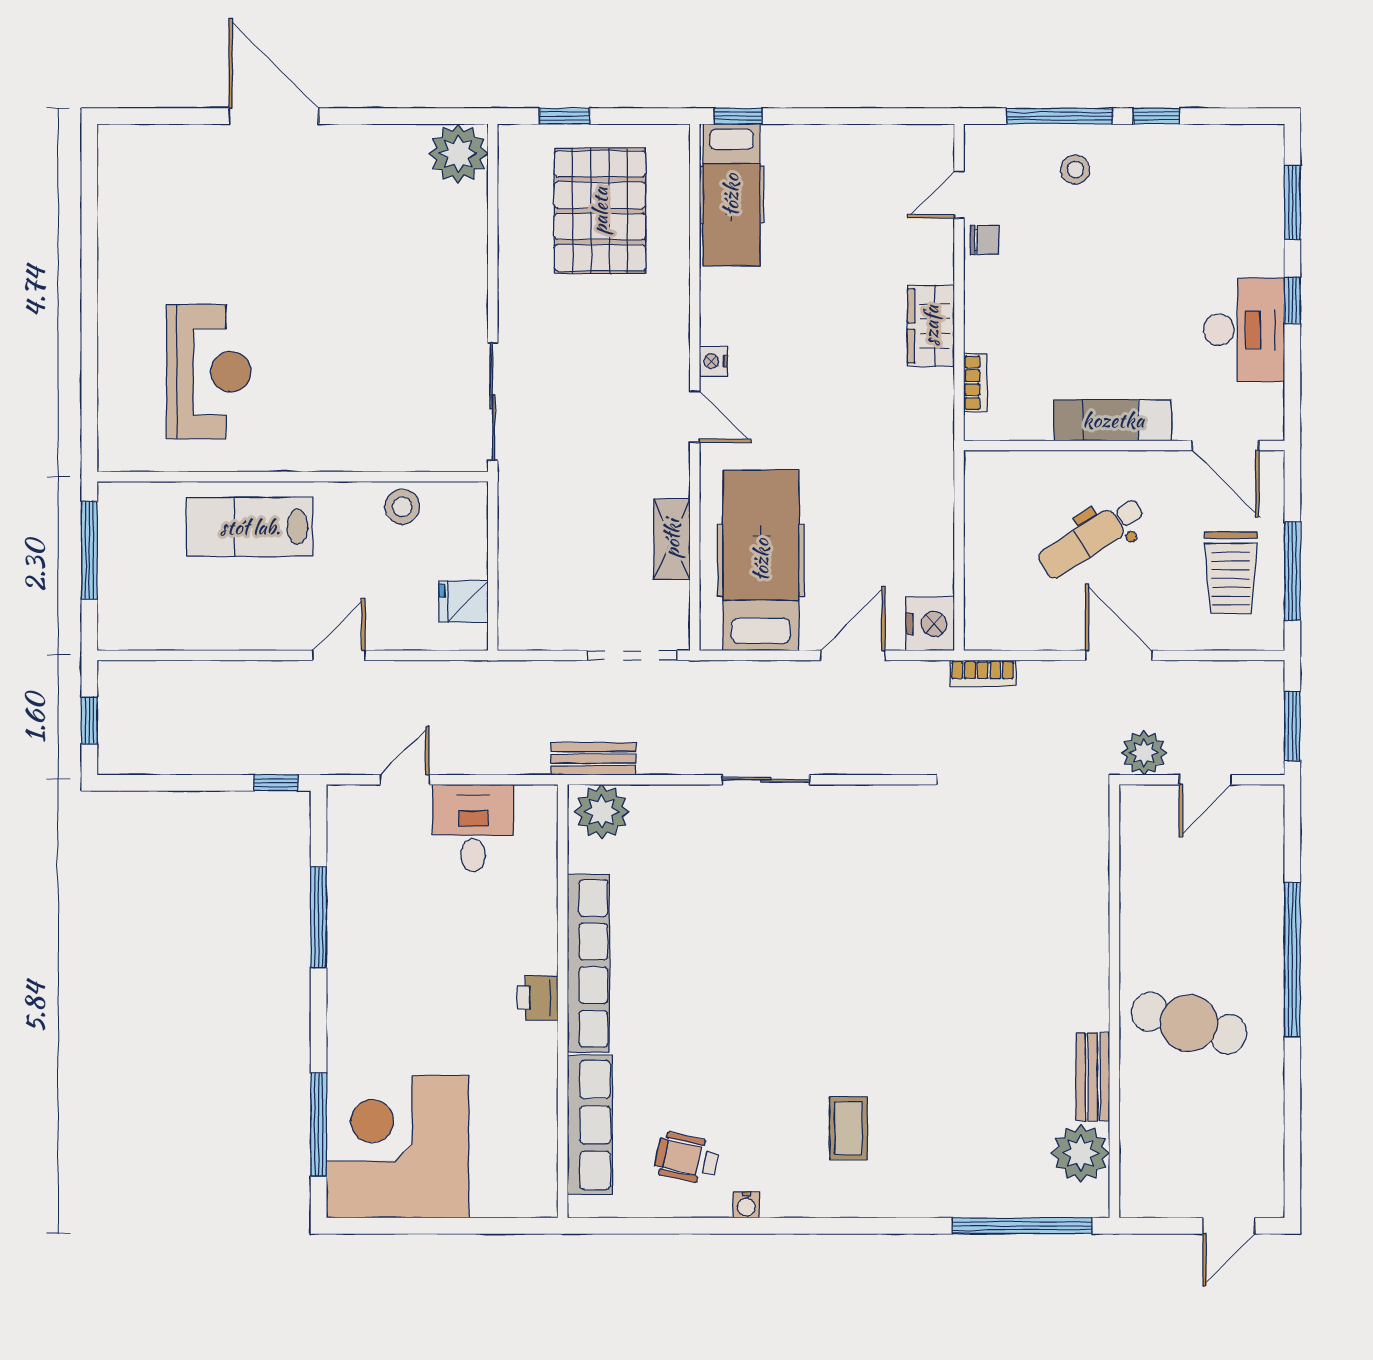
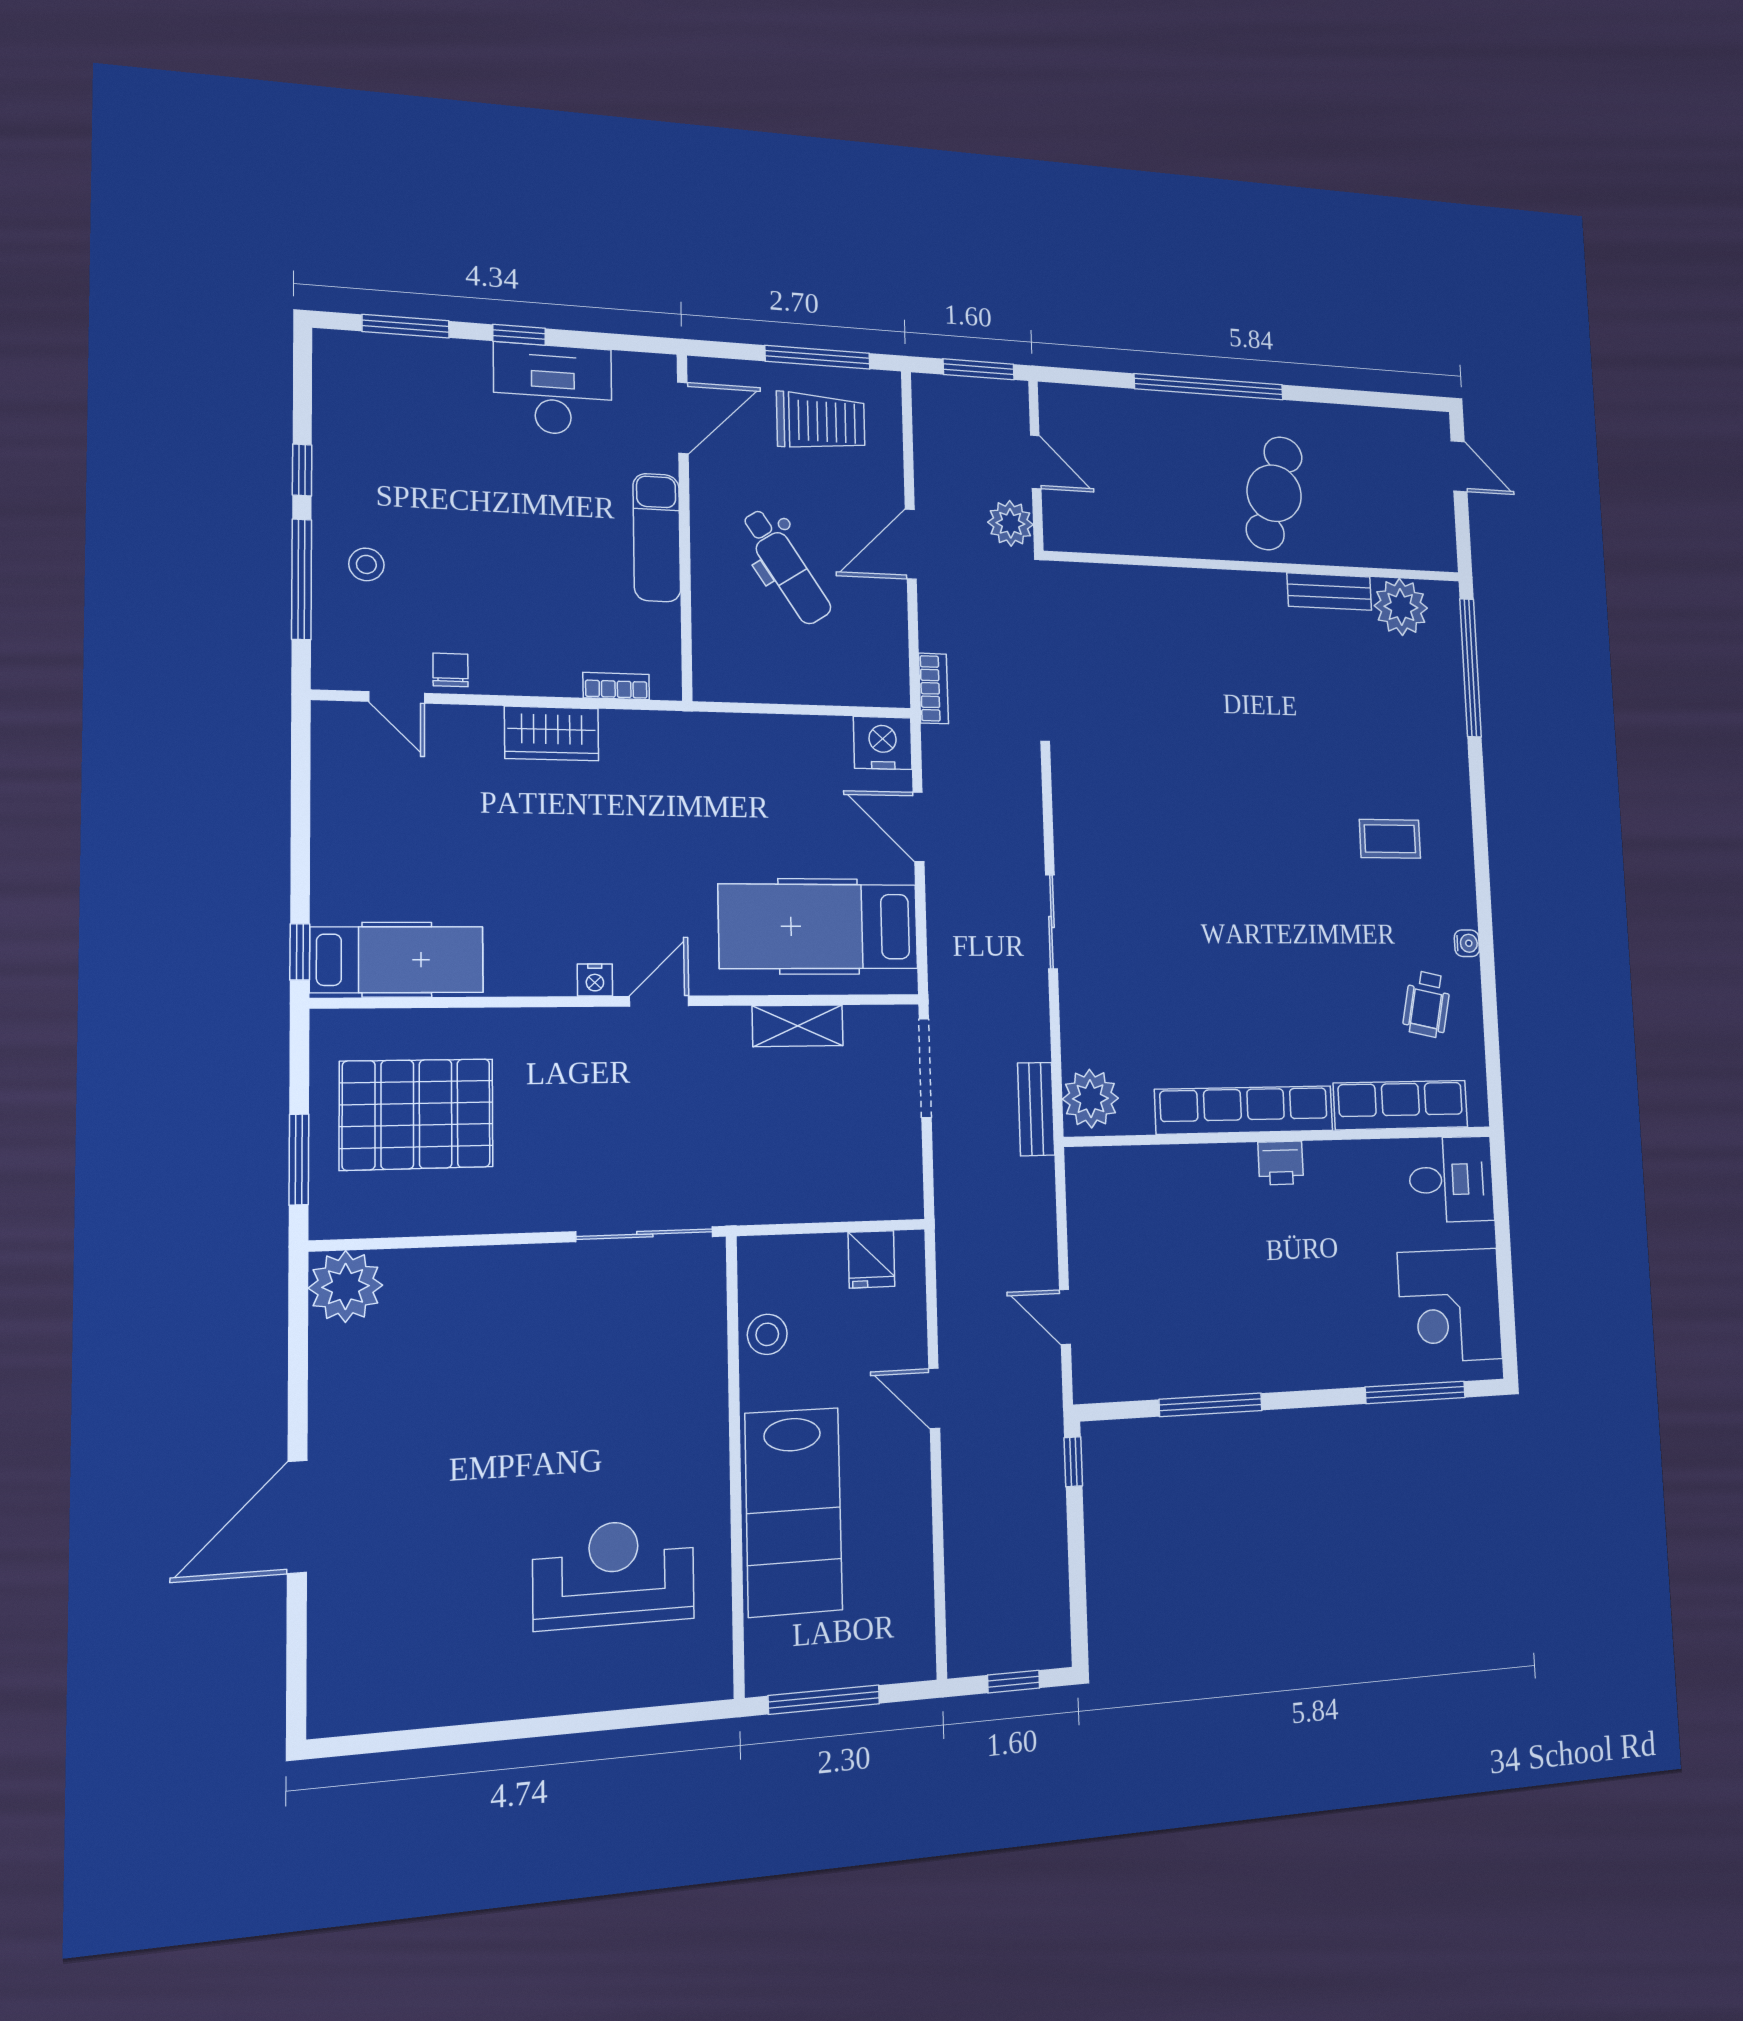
window: (564, 116) -> (299, 1159), width x1.50
lab bench: (250, 527) -> (794, 1512), width x1.36, depth x1.39
desk: (473, 828) -> (1451, 1179), moved, turned 180
corner desk: (398, 1147) -> (1450, 1306), width x0.74, depth x0.74

